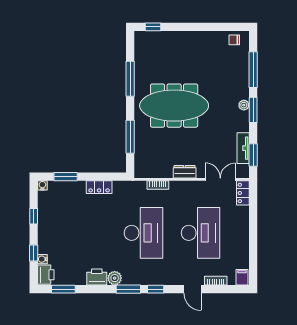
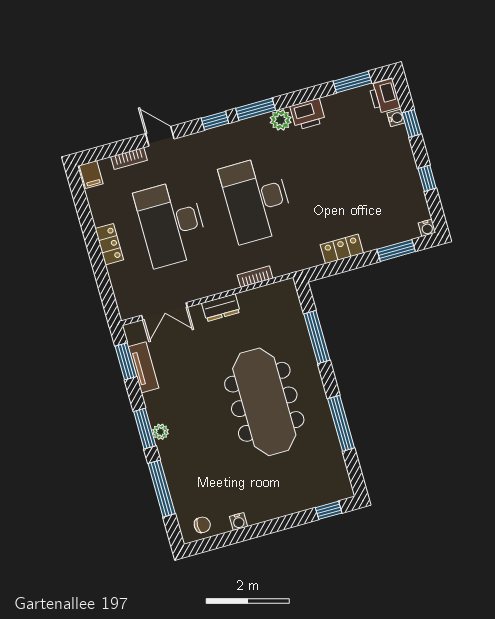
water cooler: (211, 36) -> (238, 521), added
meeting table: (174, 106) -> (264, 402), turned 90
locker: (243, 193) -> (109, 244), moved

